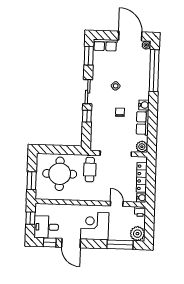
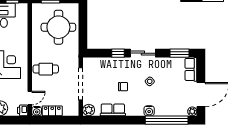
water cooler: (144, 105) -> (149, 111), moved
cafe table: (90, 170) -> (46, 69), moved
locker: (142, 177) -> (52, 111), width x0.66
door: (117, 204) -> (30, 98), moved

